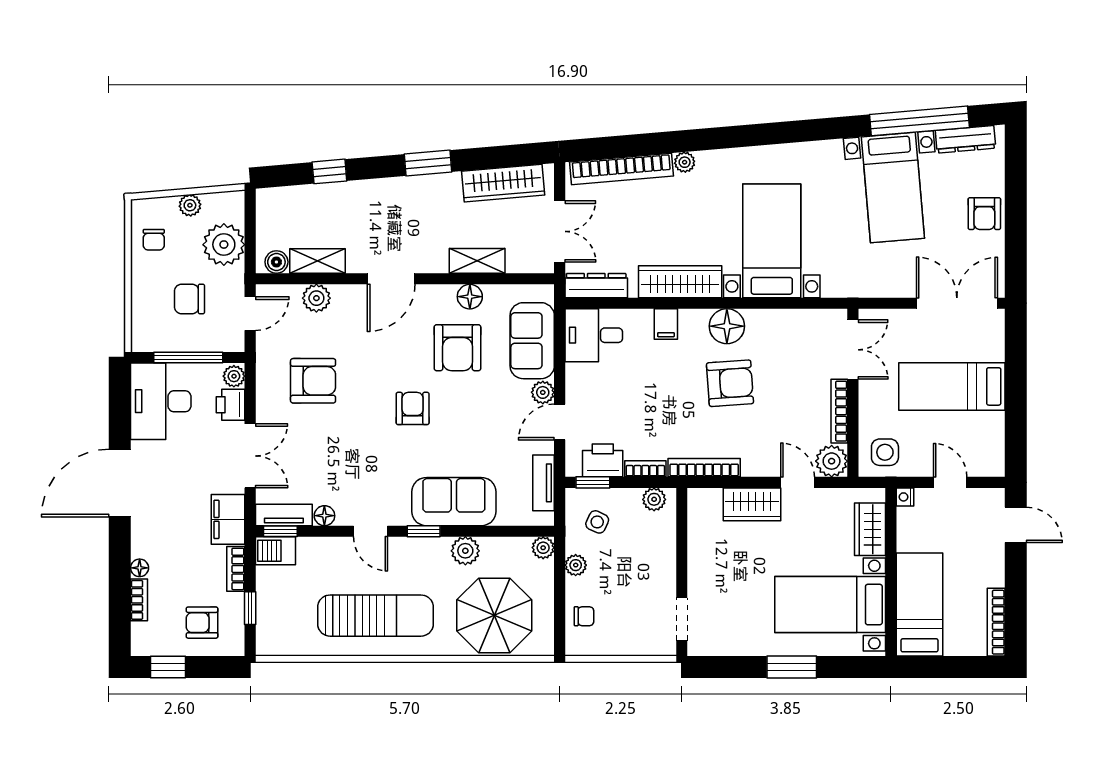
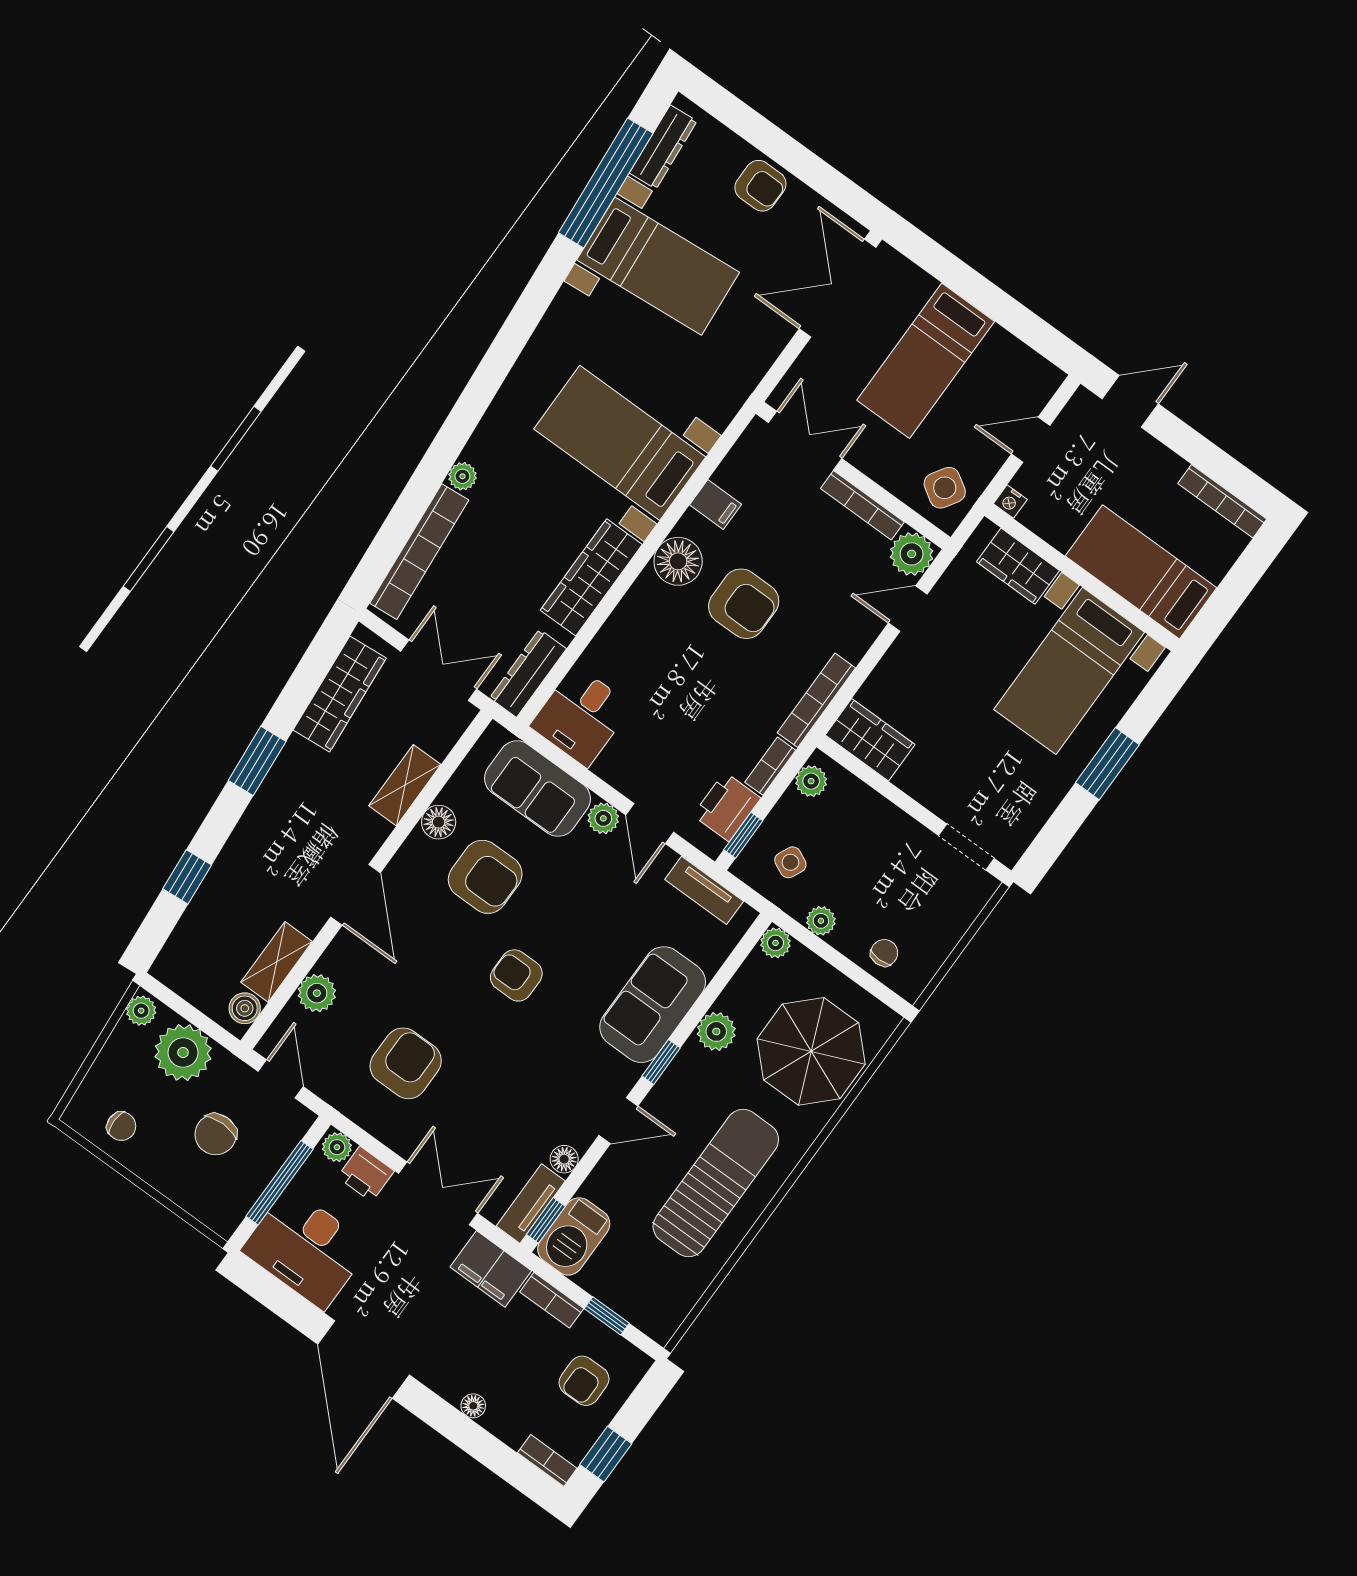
plant: (190, 205) -> (141, 1011), moved
filing cabinet: (666, 324) -> (716, 505), moved
armchair: (730, 383) -> (744, 604), turned 94
side table: (885, 452) -> (945, 488), turned 32
wardrobe: (752, 504) -> (870, 740), moved, turned -90
barbecue: (275, 551) -> (574, 1236), width x1.38, depth x1.27
bookcase: (139, 600) -> (547, 1461), moved

